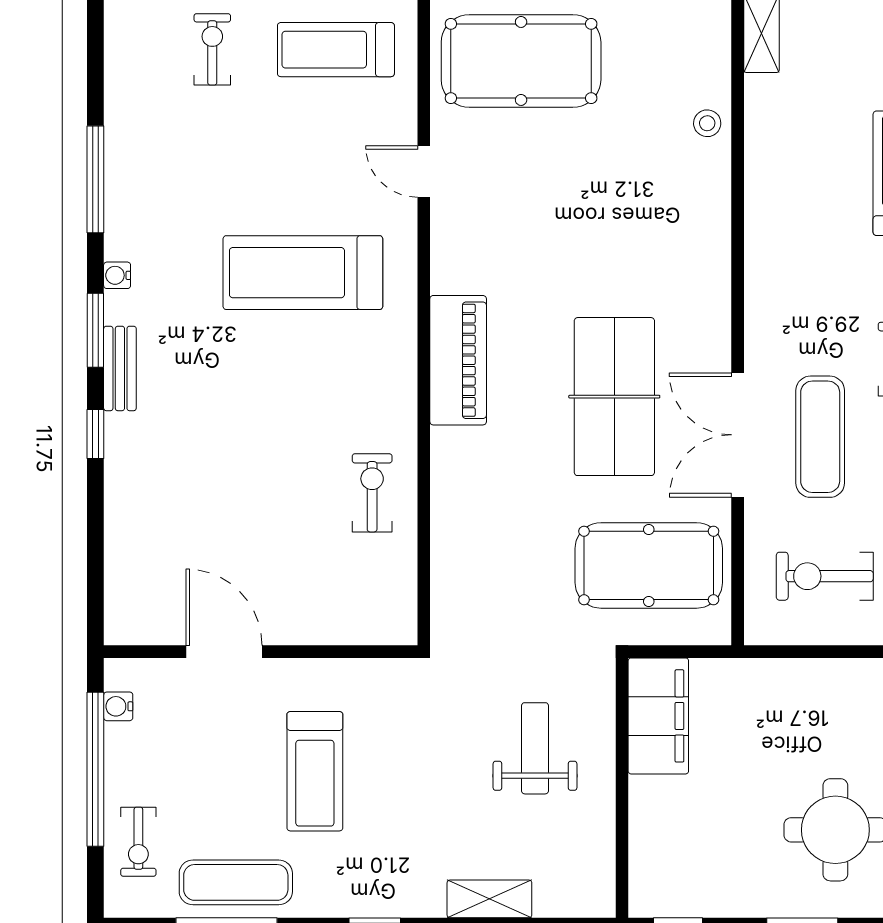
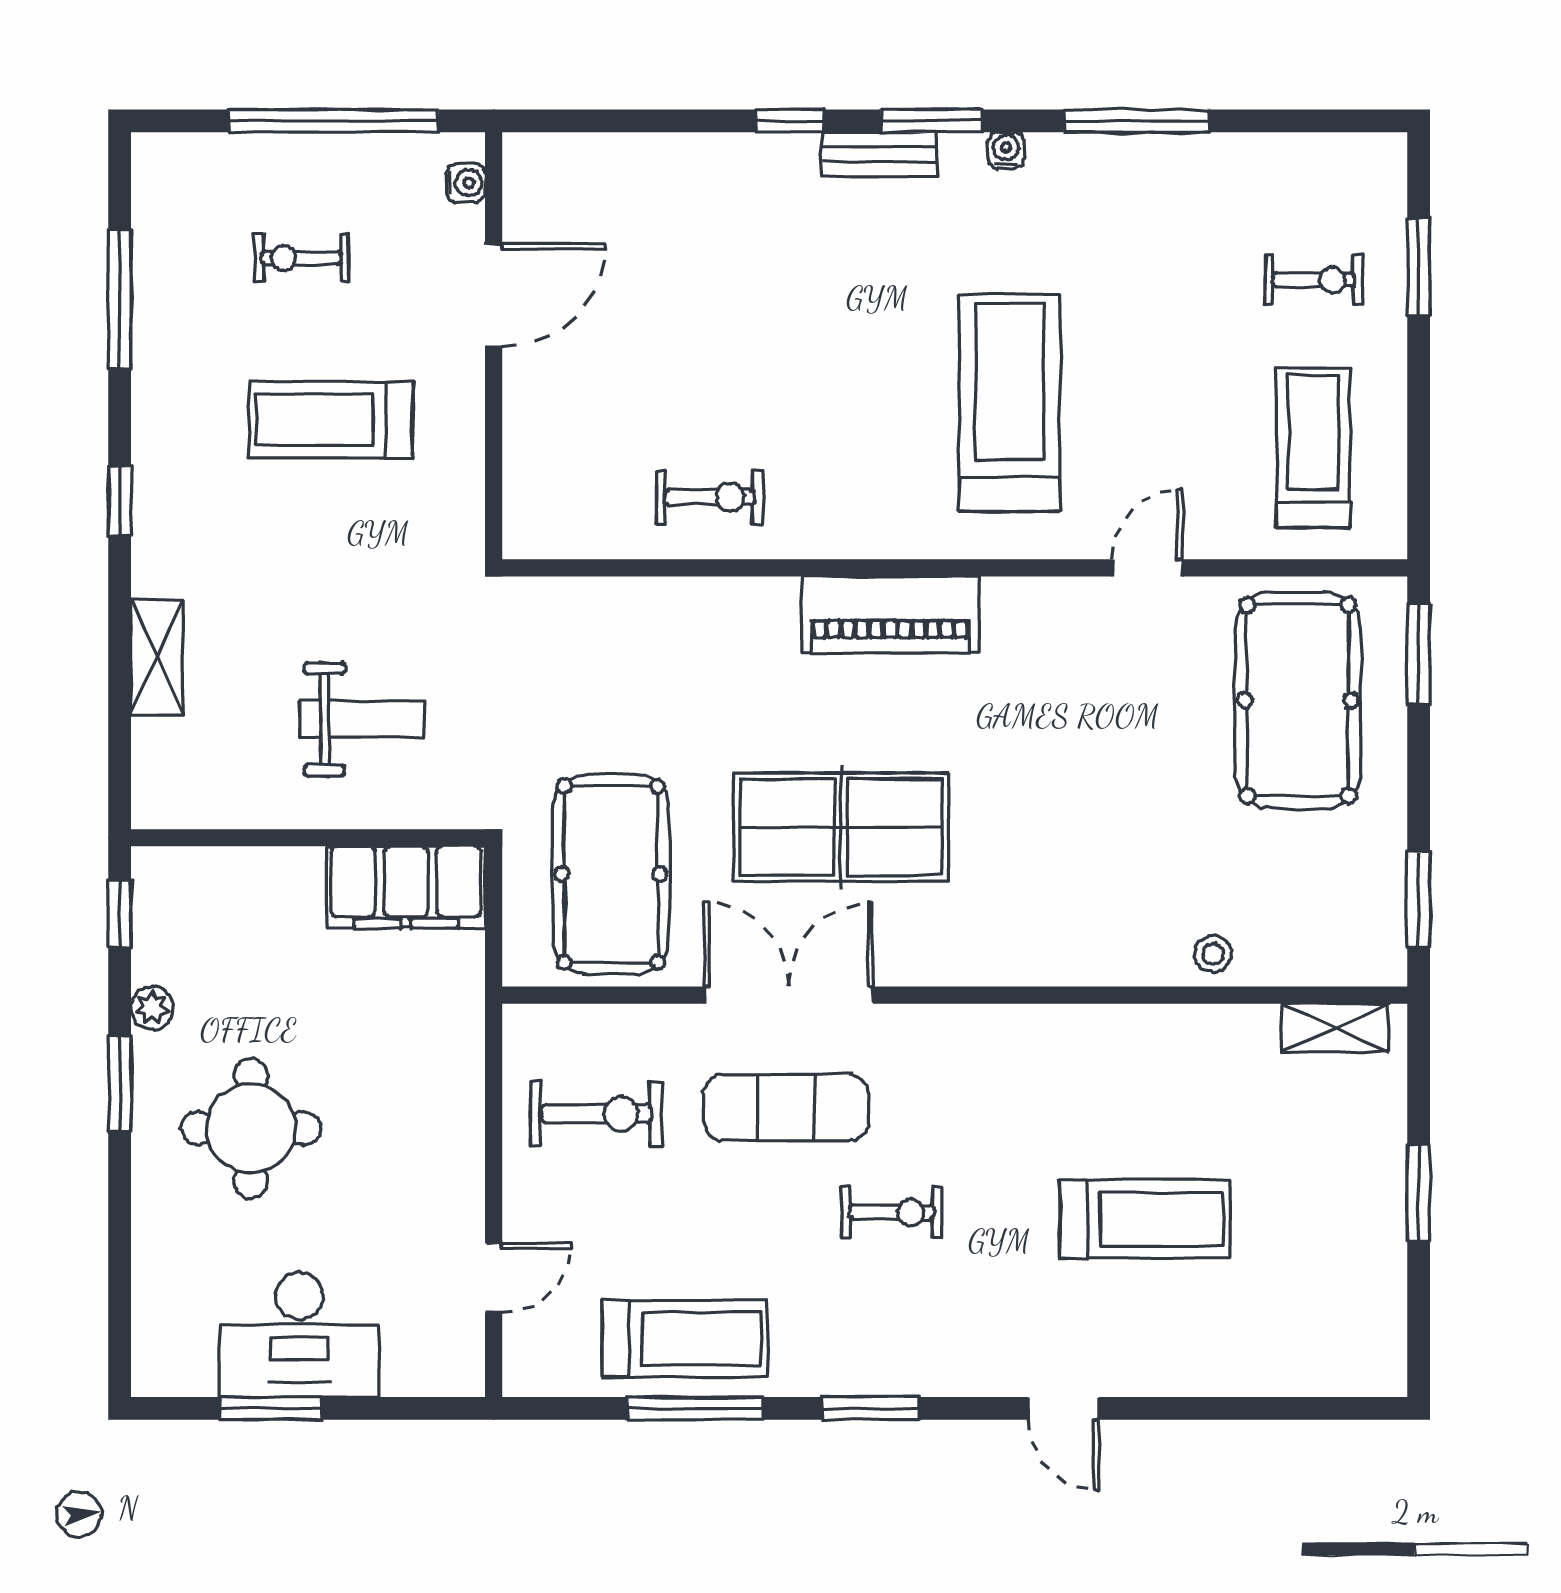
exercise bike: (825, 576) -> (596, 1114), turned 90
water cooler: (118, 706) -> (465, 183), moved, turned 90
exercise bike: (138, 842) -> (301, 258), moved
exercise mat: (236, 882) -> (179, 312), removed
plant: (747, 902) -> (152, 1008), added

